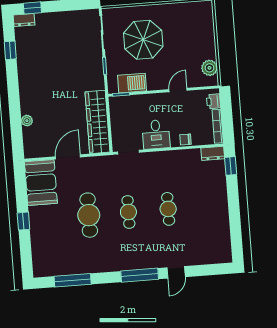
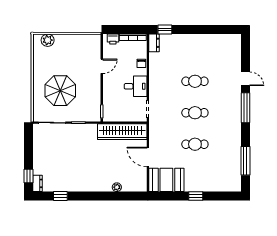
plant: (209, 68) -> (48, 40), moved
barbecue: (132, 83) -> (94, 102), removed
door: (178, 90) -> (102, 66), swing flipped
cafe table: (89, 215) -> (195, 144), width x0.73, depth x0.74

